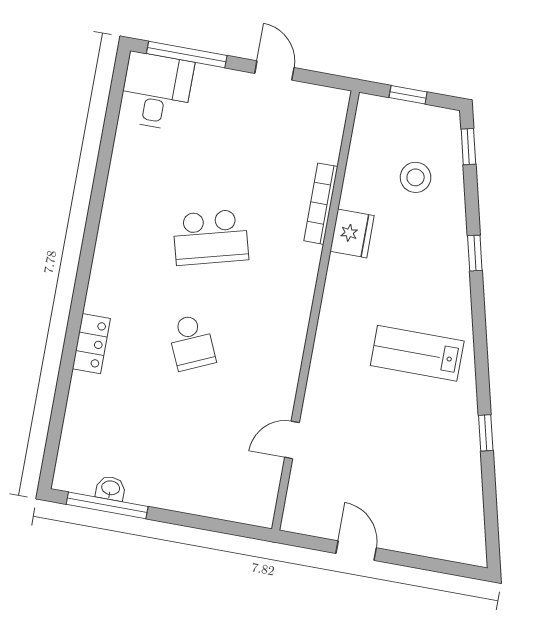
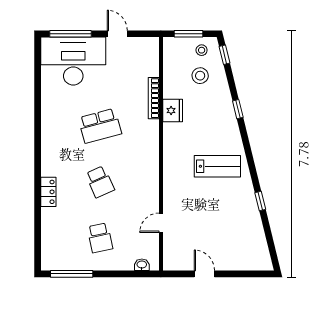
desk: (156, 91) -> (73, 61), width x1.87, depth x1.30
window: (408, 95) -> (188, 34), width x1.50
stool: (427, 130) -> (202, 50), added
lab bench: (417, 353) -> (217, 166), turned 180
school desk: (172, 447) -> (100, 238), added
washbasin: (111, 488) -> (142, 265), moved

